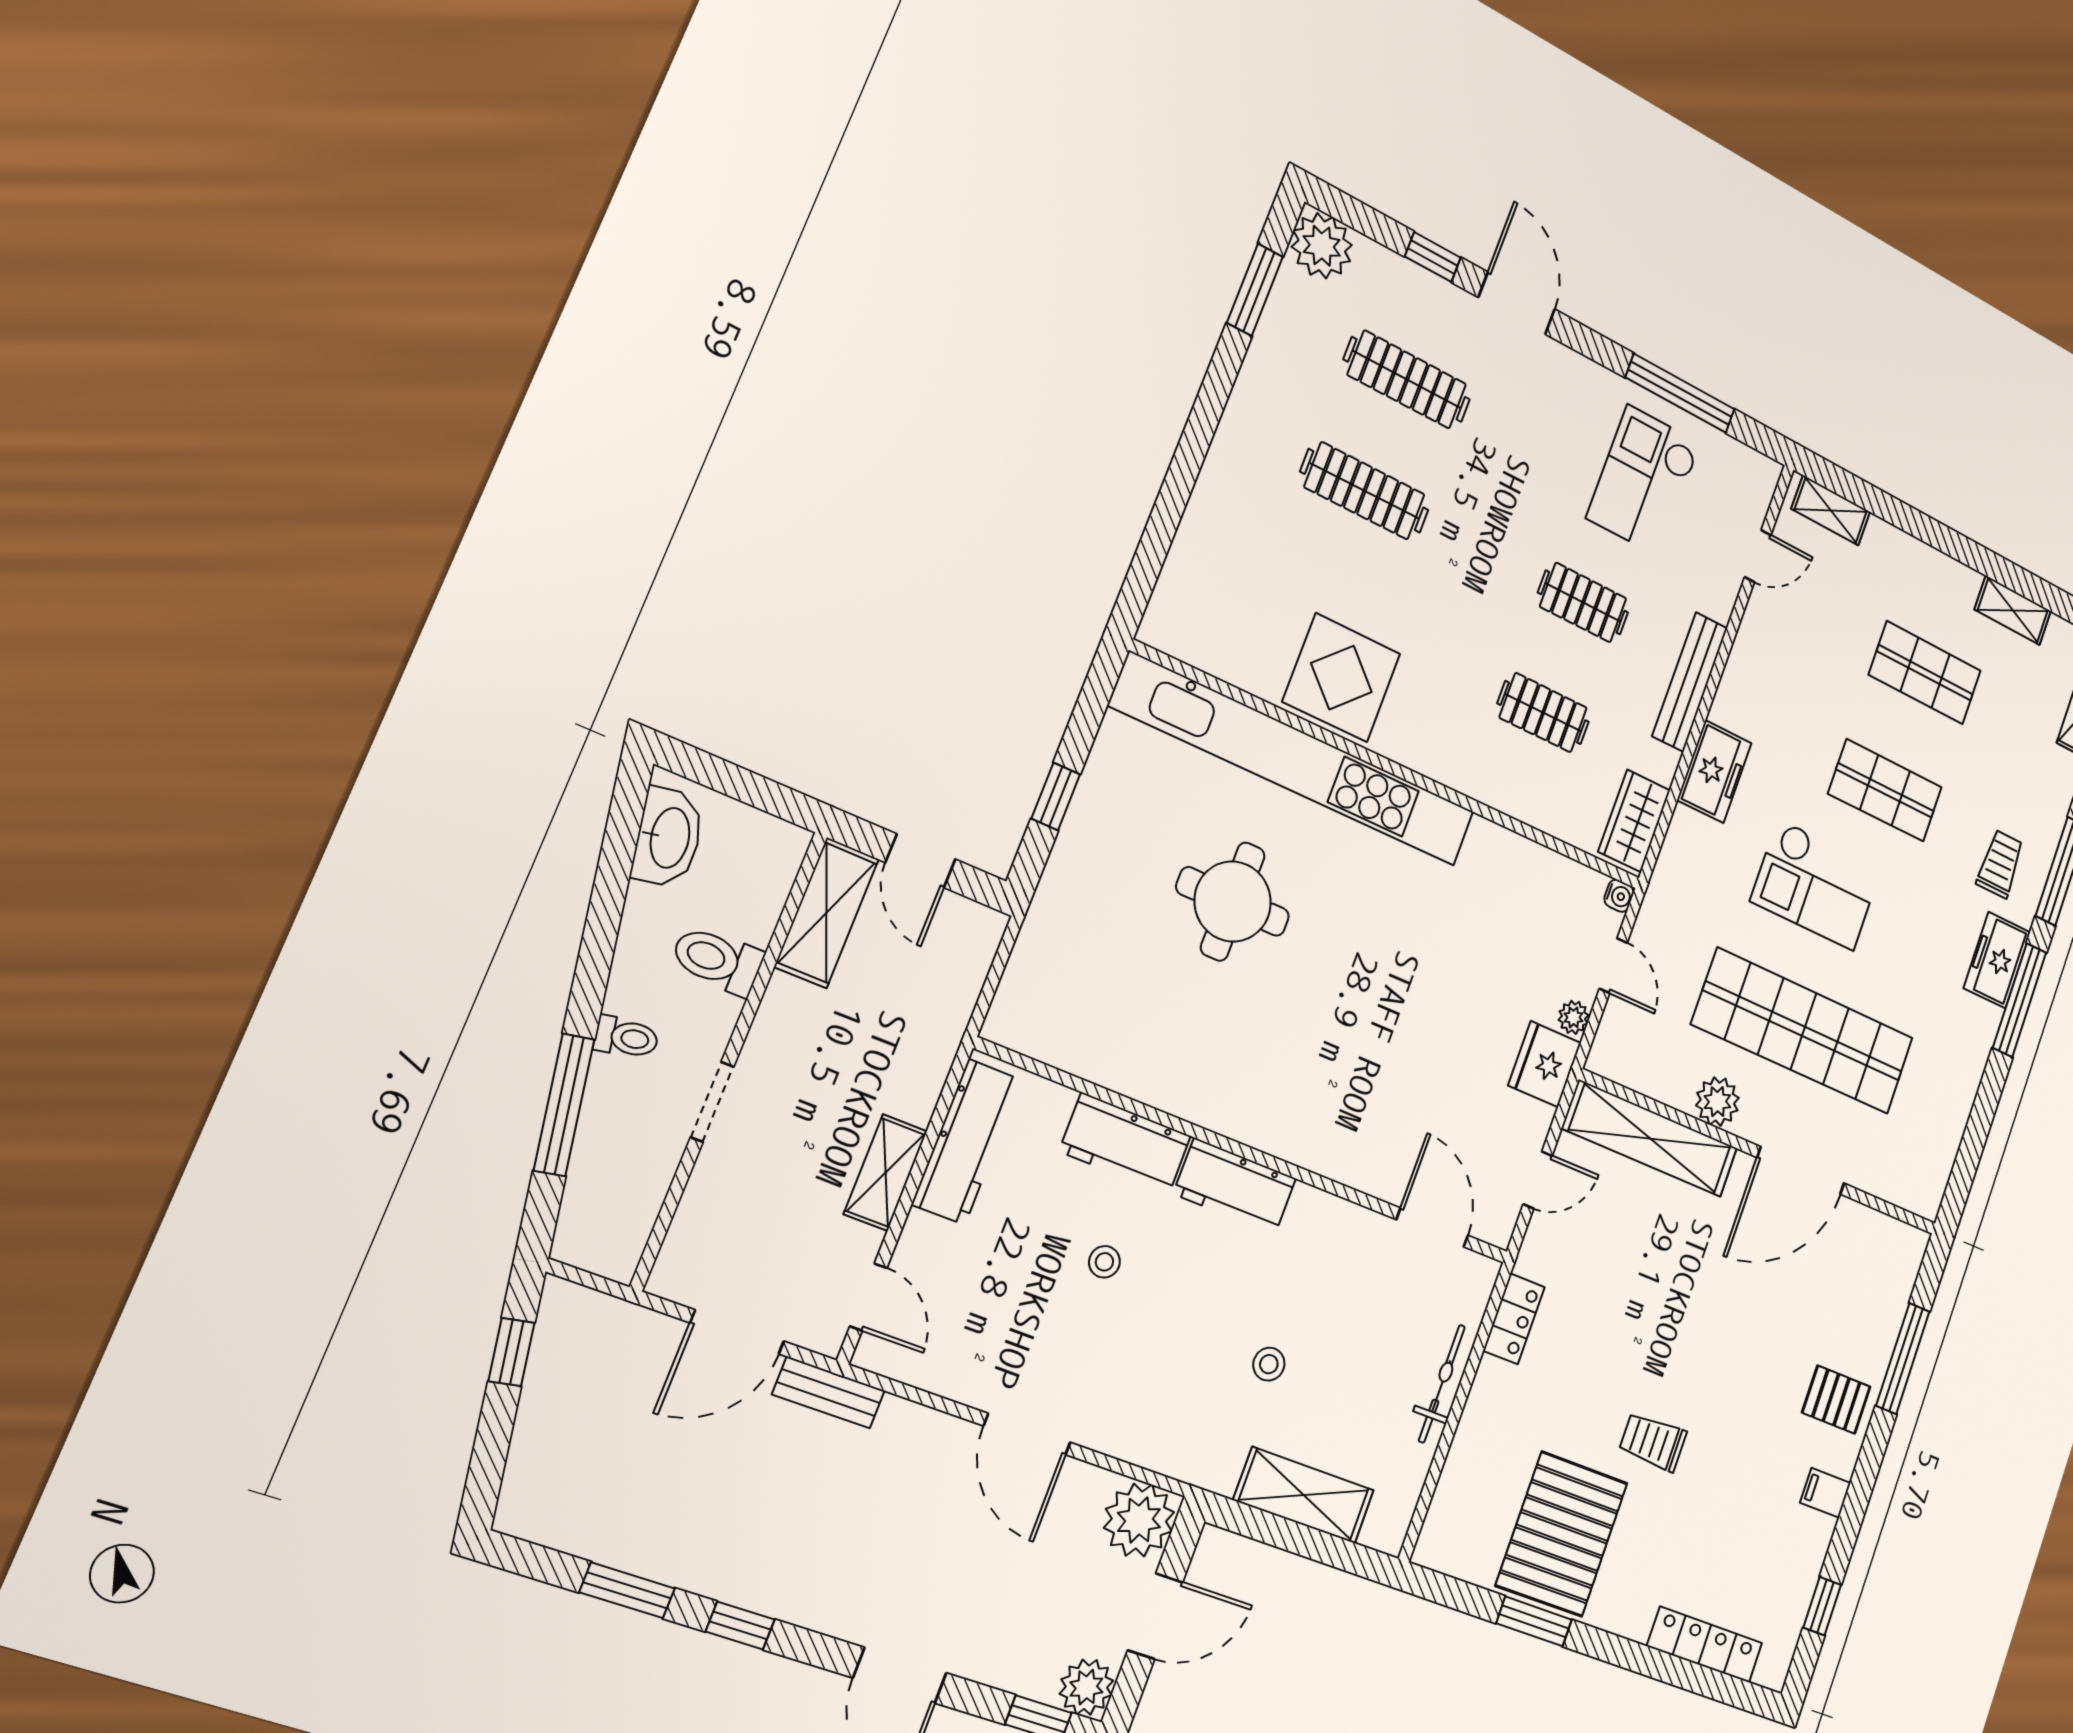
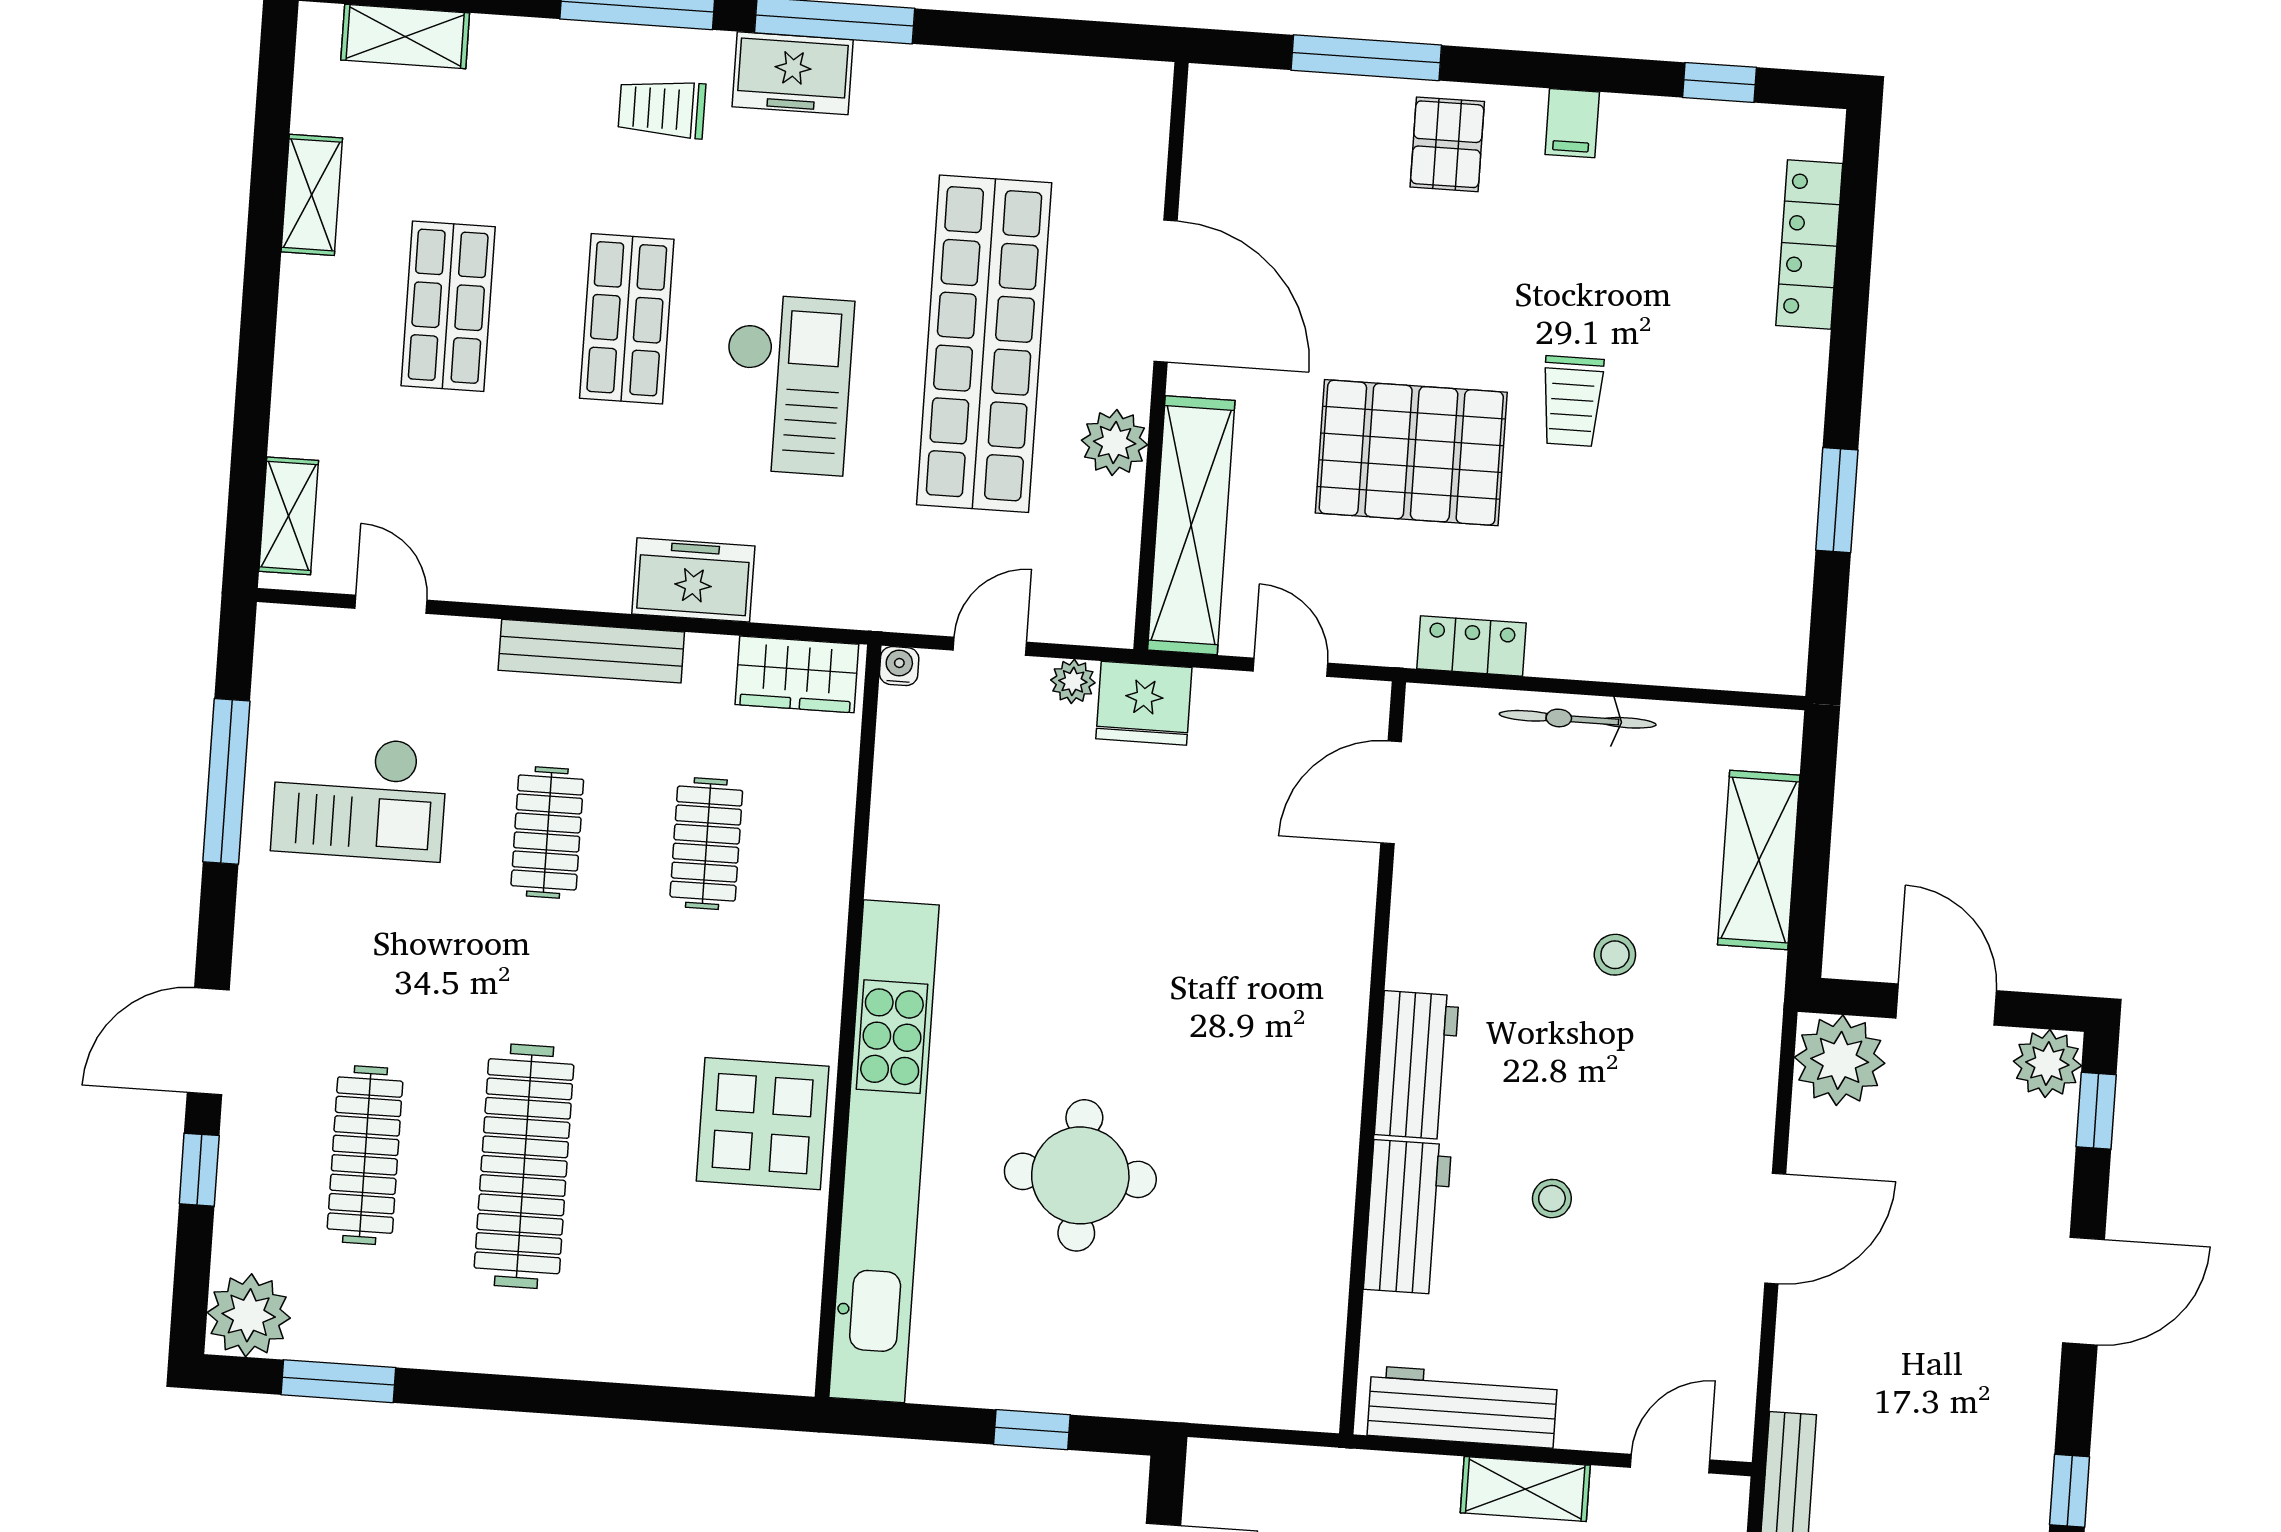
clothes rail: (1365, 491) -> (524, 1166), width x1.37, depth x1.31
pallet: (1562, 1534) -> (1411, 453), moved

